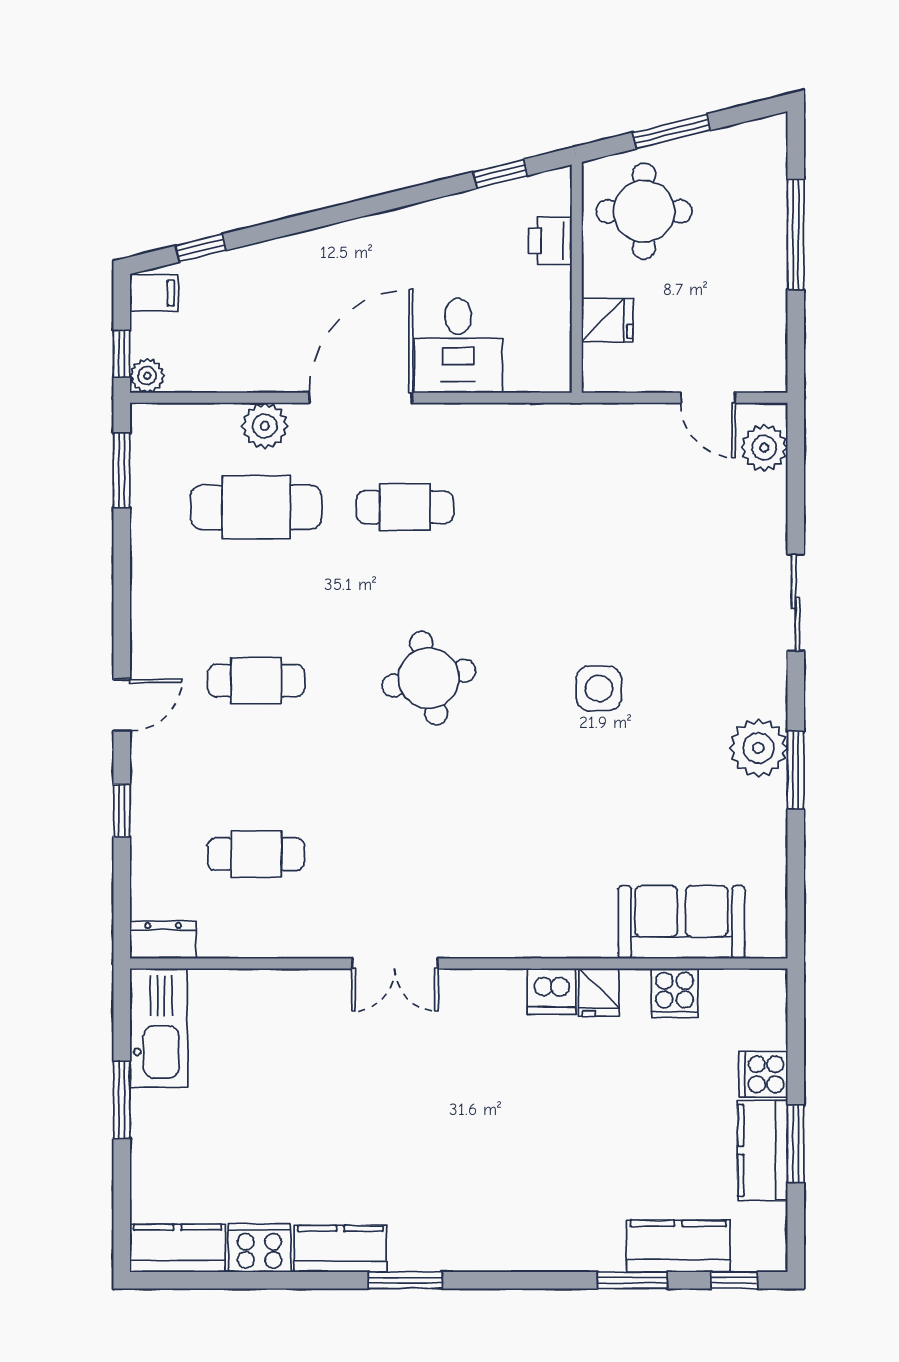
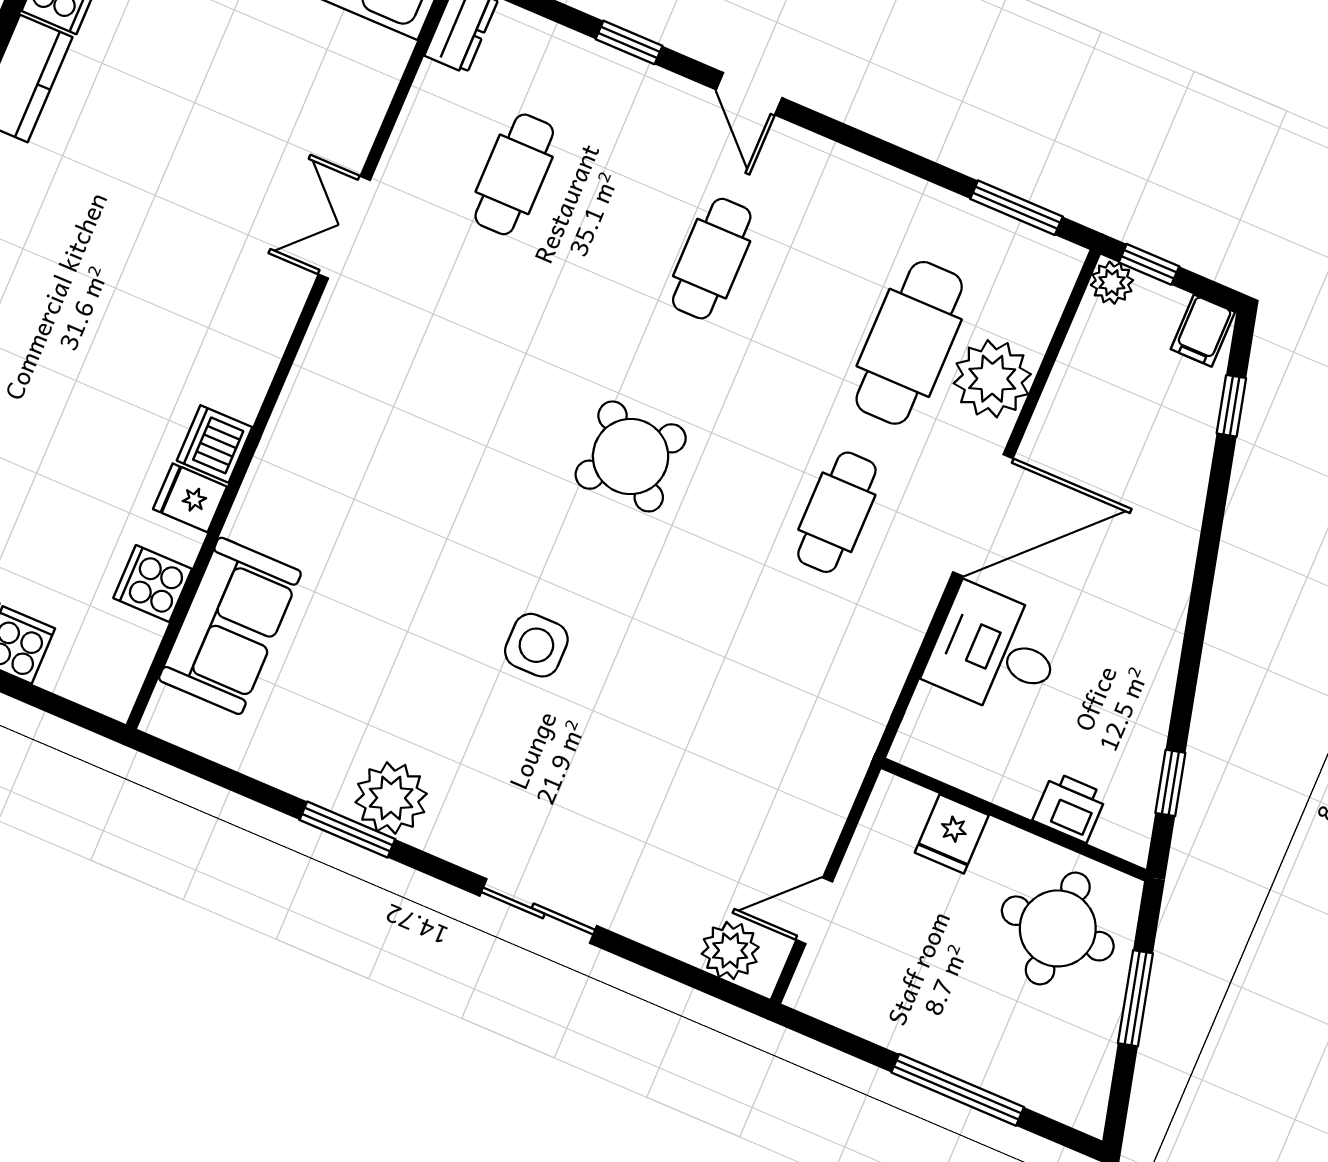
door: (361, 398) -> (983, 515), hinge flipped
plant: (265, 426) -> (992, 379), width x1.36, depth x1.36
round table: (429, 678) -> (631, 456), turned -35
double door: (395, 964) -> (344, 227), moved

